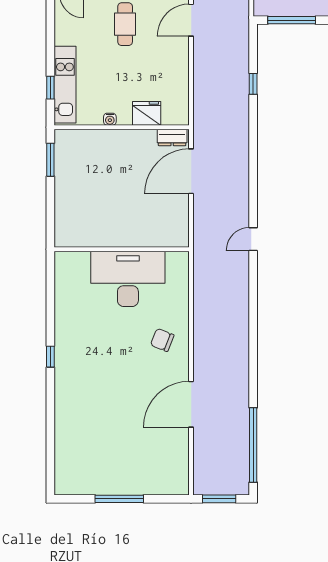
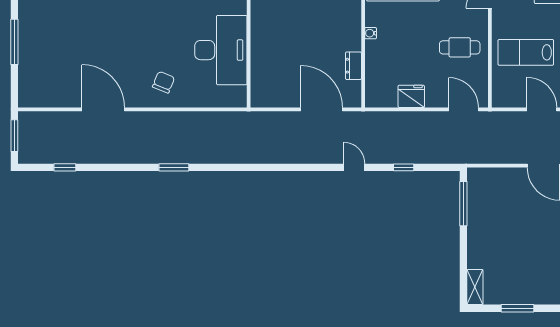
fridge: (147, 113) -> (411, 96), moved, turned -90
dresser: (172, 137) -> (353, 66), moved
door: (253, 239) -> (354, 167), moved
window: (253, 329) -> (174, 167), added
window: (253, 445) -> (65, 167), width x0.32

